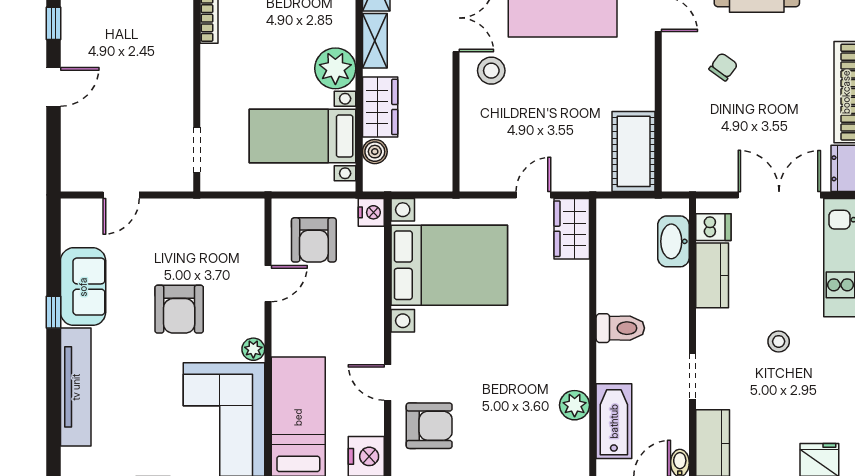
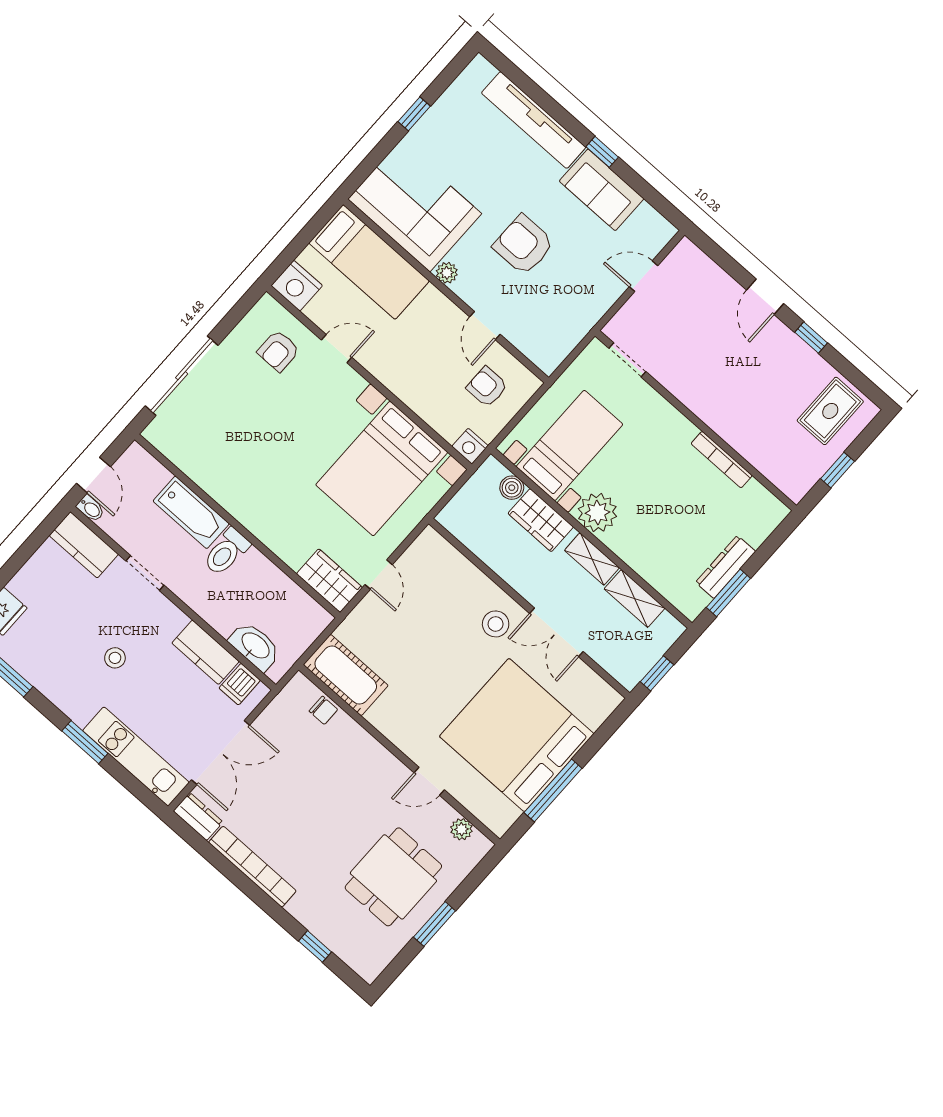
chair: (723, 67) -> (323, 710), moved, turned -36
door: (121, 195) -> (643, 276), hinge flipped
armchair: (314, 240) -> (487, 387), width x0.72, depth x0.72
plant: (575, 405) -> (200, 469), removed
bathtub: (614, 421) -> (191, 512), moved
armchair: (429, 426) -> (278, 351), width x0.72, depth x0.72

